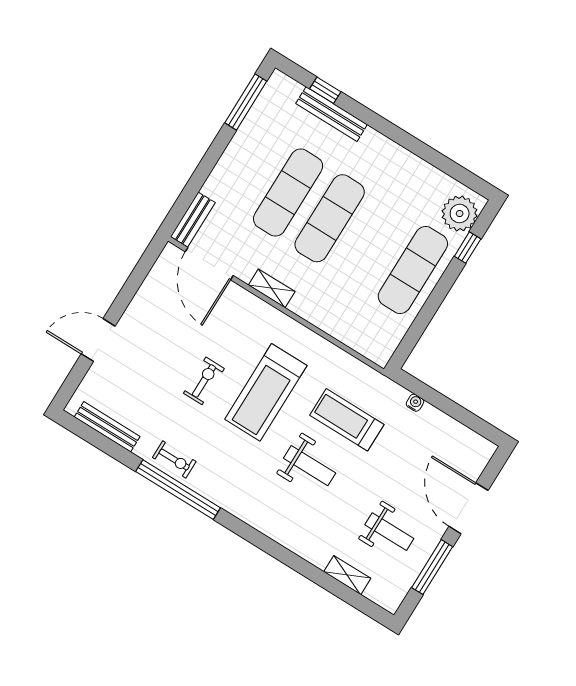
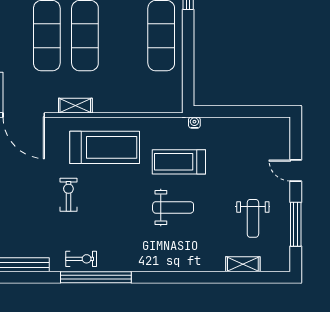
treadmill: (266, 392) -> (105, 147), moved, turned -90
water cooler: (415, 403) -> (194, 123), moved
door: (468, 508) -> (296, 171), width x0.53
weight bench: (389, 532) -> (253, 218), turned 90

